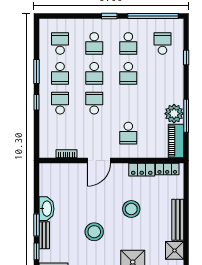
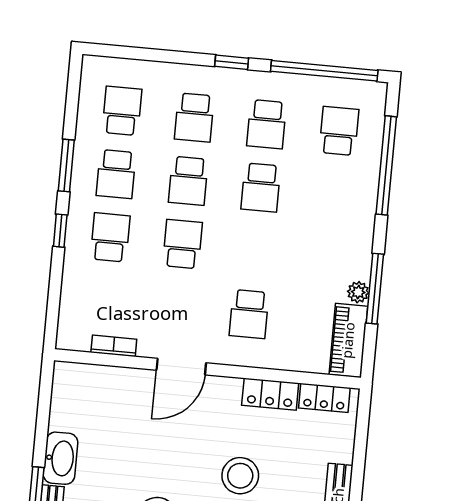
window: (186, 58) -> (386, 165), width x3.17
plant: (174, 114) -> (358, 292), width x0.53, depth x0.53

